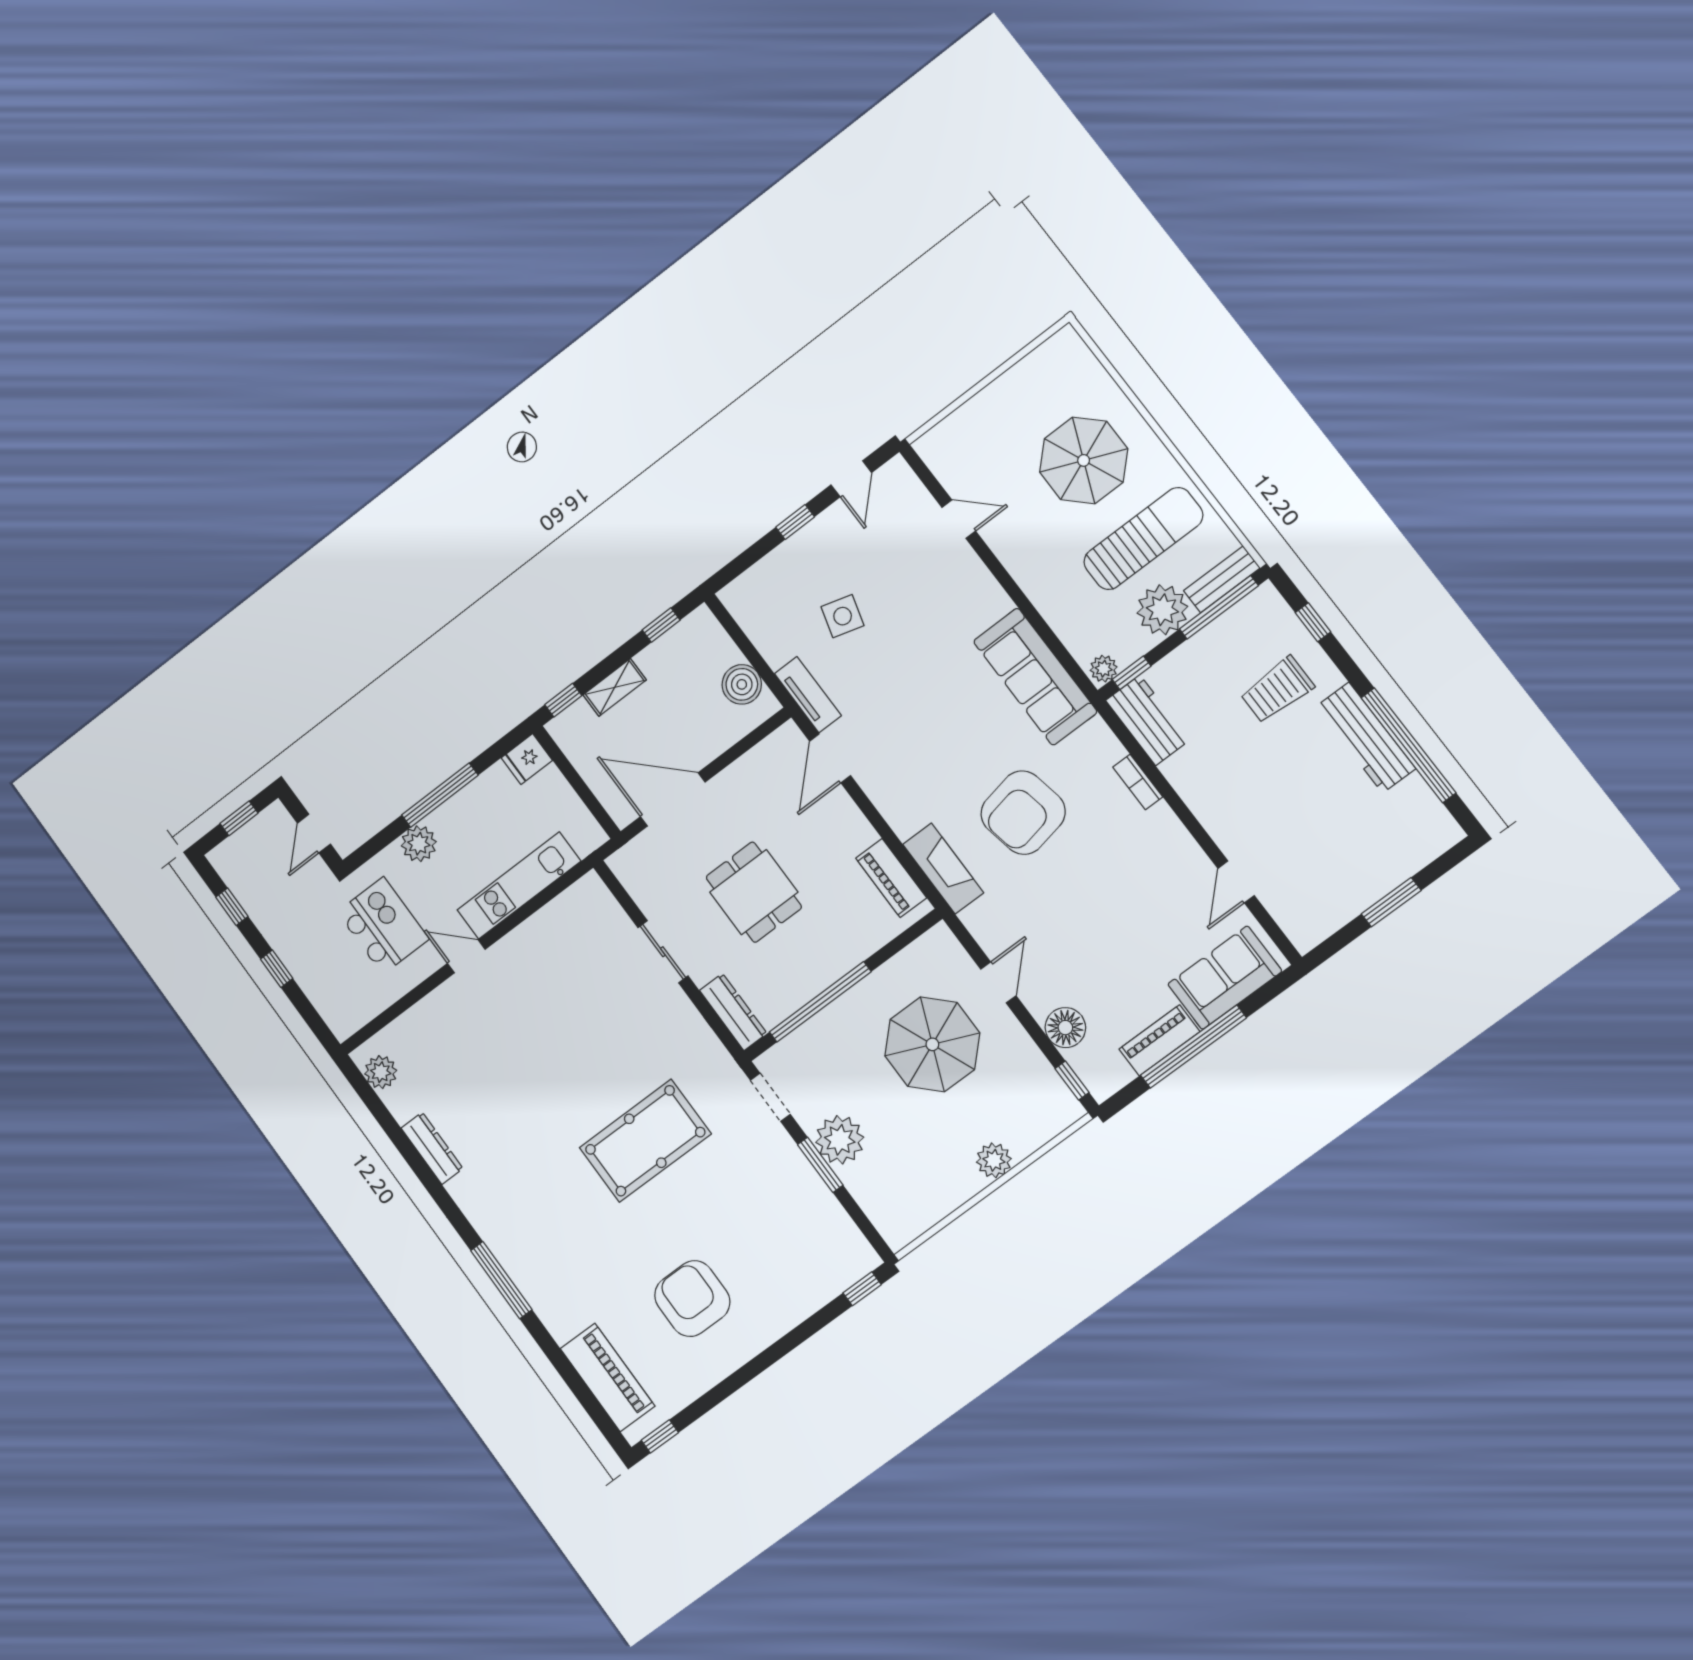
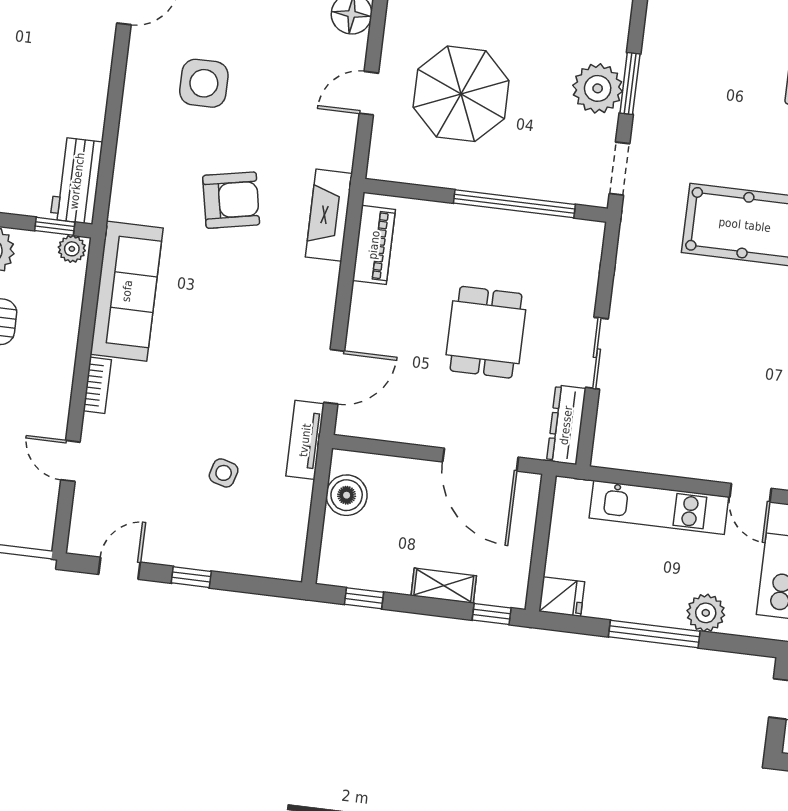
side table: (843, 616) -> (224, 473), width x0.73, depth x0.73
bookcase: (1138, 782) -> (97, 385), moved
armchair: (1023, 813) -> (231, 200), width x0.73, depth x0.73
side table: (1124, 877) -> (204, 83), added
dresser: (733, 1012) -> (566, 425), moved

